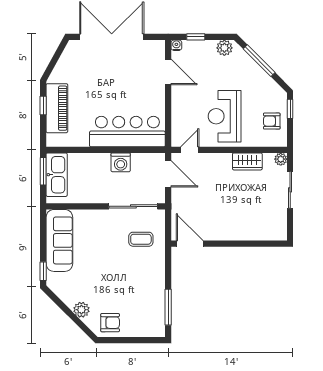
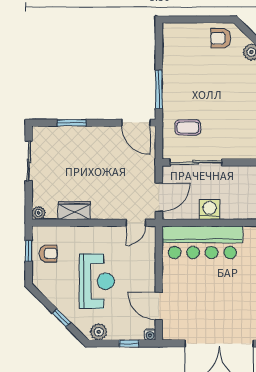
window: (259, 61) -> (62, 318), width x0.46
window: (290, 109) -> (29, 251), moved
reception desk: (225, 116) -> (97, 281), moved
door: (168, 174) -> (159, 197), swing flipped
sliding door: (290, 190) -> (29, 161), moved
window: (250, 244) -> (72, 123), added
window: (168, 307) -> (159, 89), moved

